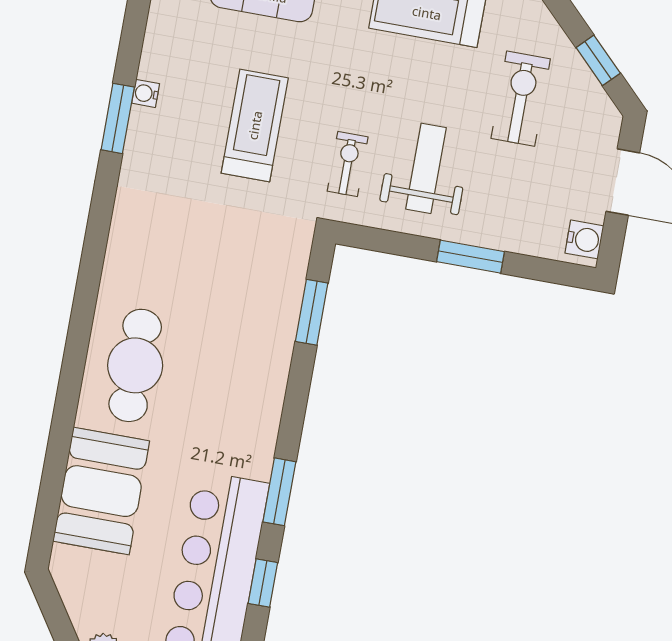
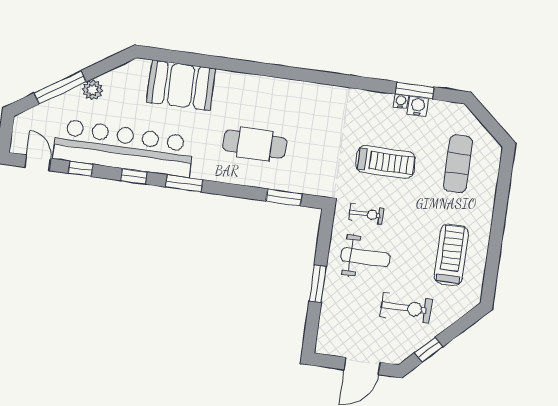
window: (118, 118) -> (415, 90), moved
water cooler: (584, 239) -> (418, 106), moved, turned 180
cafe table: (135, 365) -> (255, 144), moved

